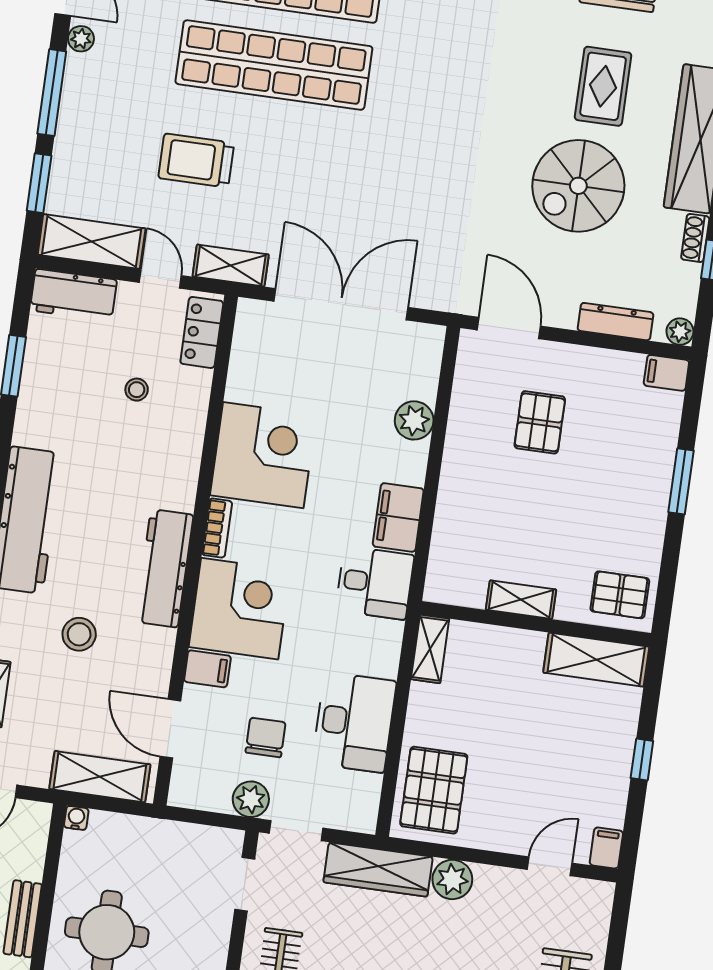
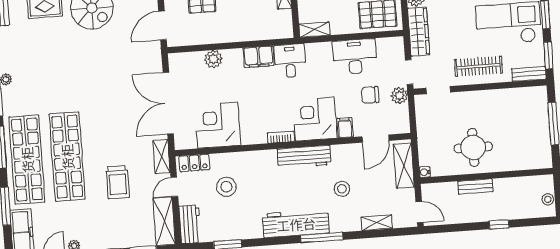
stool: (137, 390) -> (226, 187), width x1.89, depth x1.89
corner desk: (263, 455) -> (218, 125), moved

